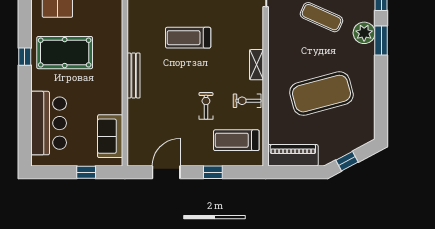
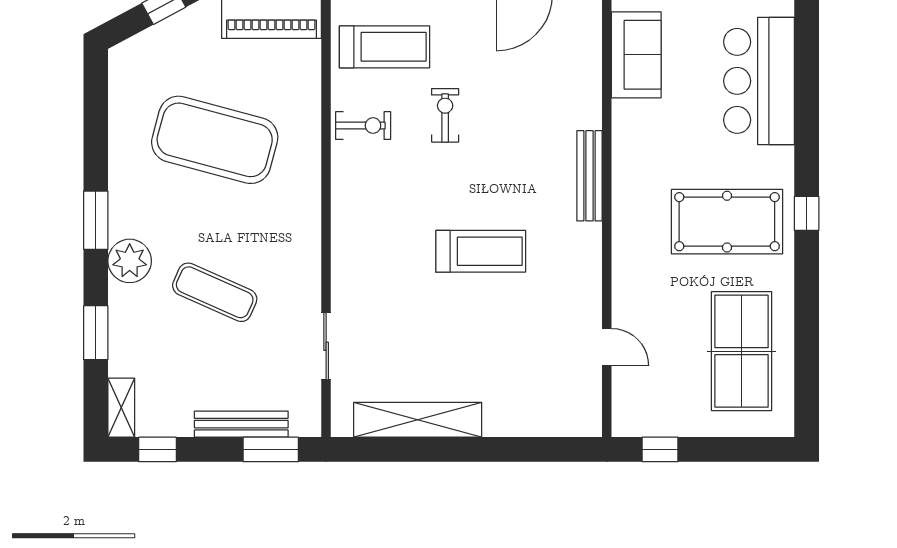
window: (381, 41) -> (96, 220), moved
shelving: (256, 65) -> (344, 197), removed
exercise mat: (321, 94) -> (215, 140), turned 30
exercise bike: (206, 106) -> (445, 115), turned 180

